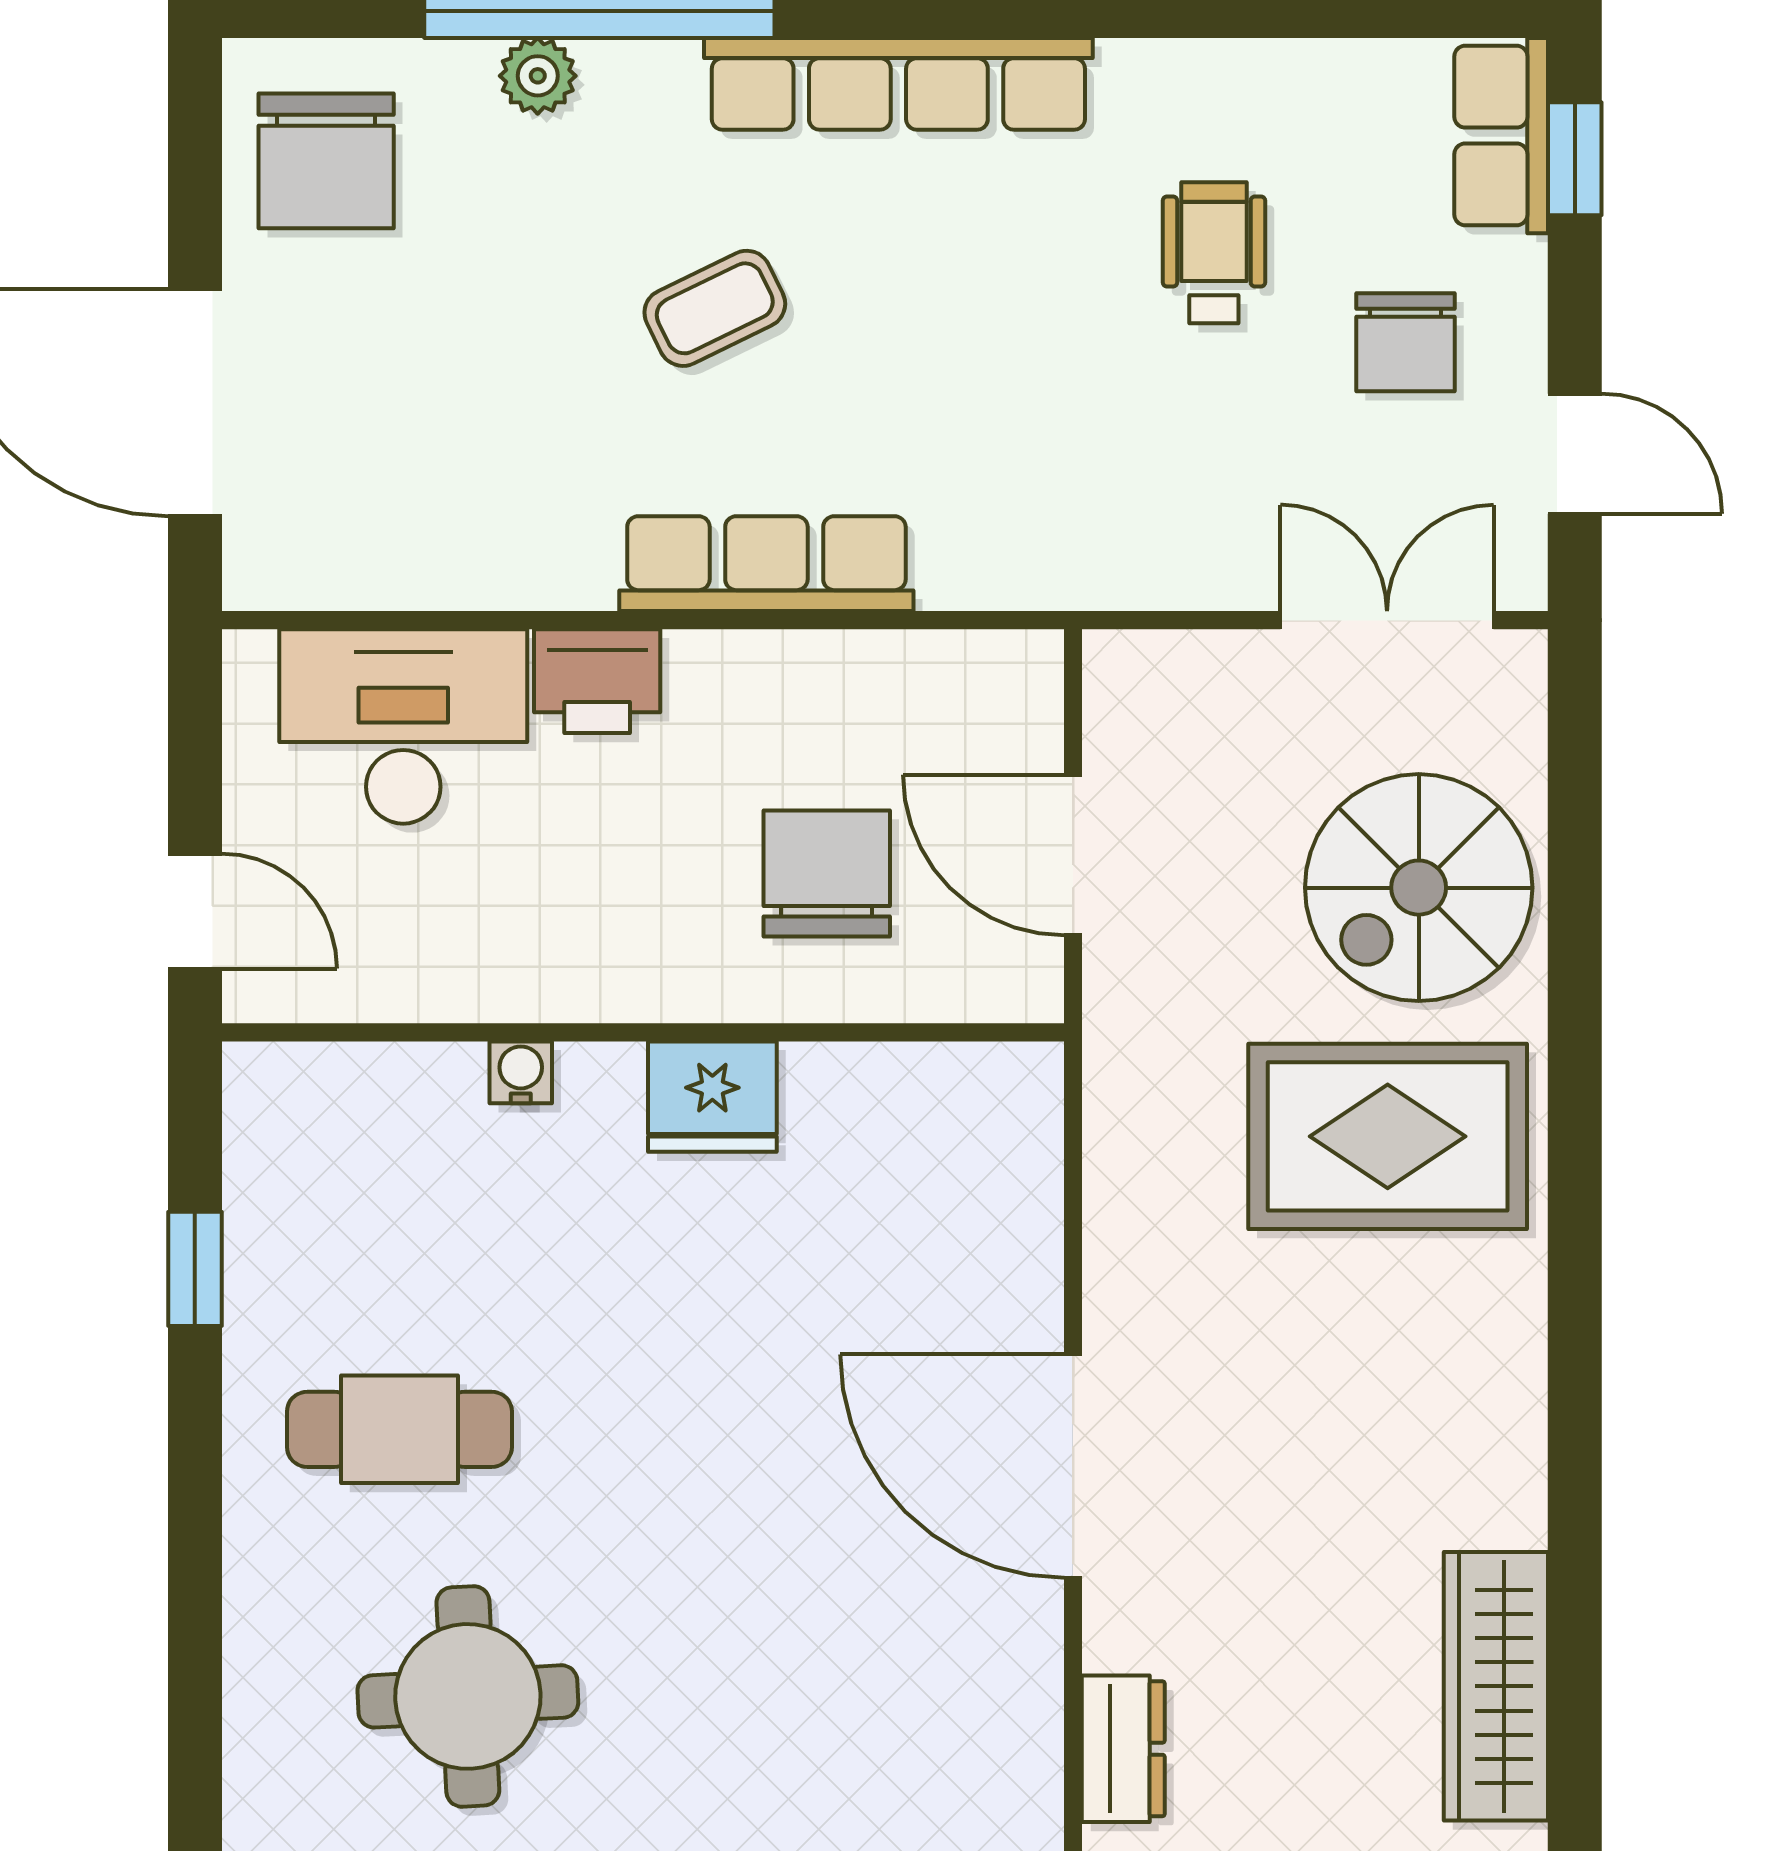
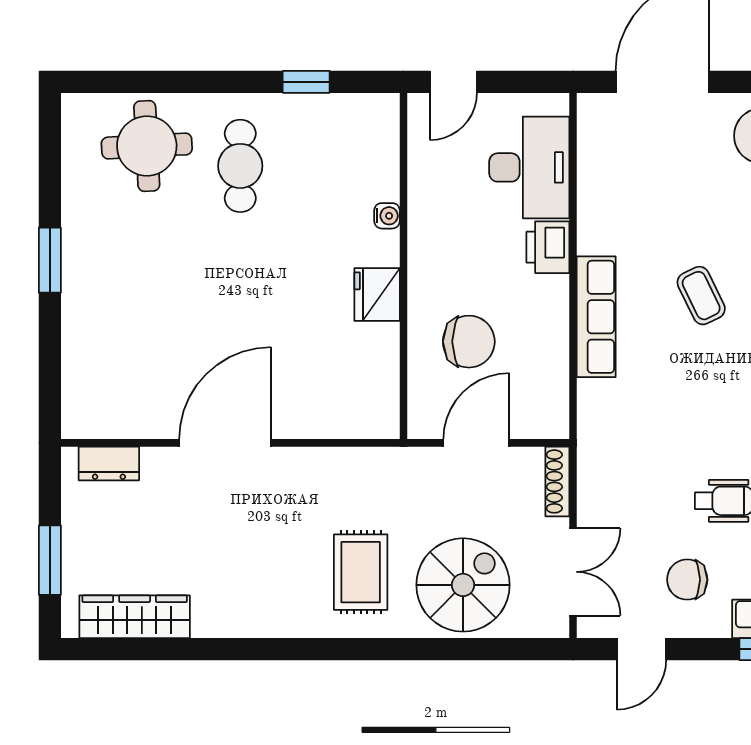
shoe rack: (1167, 658) -> (557, 481), added
spiral stairs: (1419, 888) -> (463, 585), turned 90
rug: (1388, 1136) -> (361, 572), width x0.73, depth x0.70
round table: (468, 1696) -> (147, 146), moved

